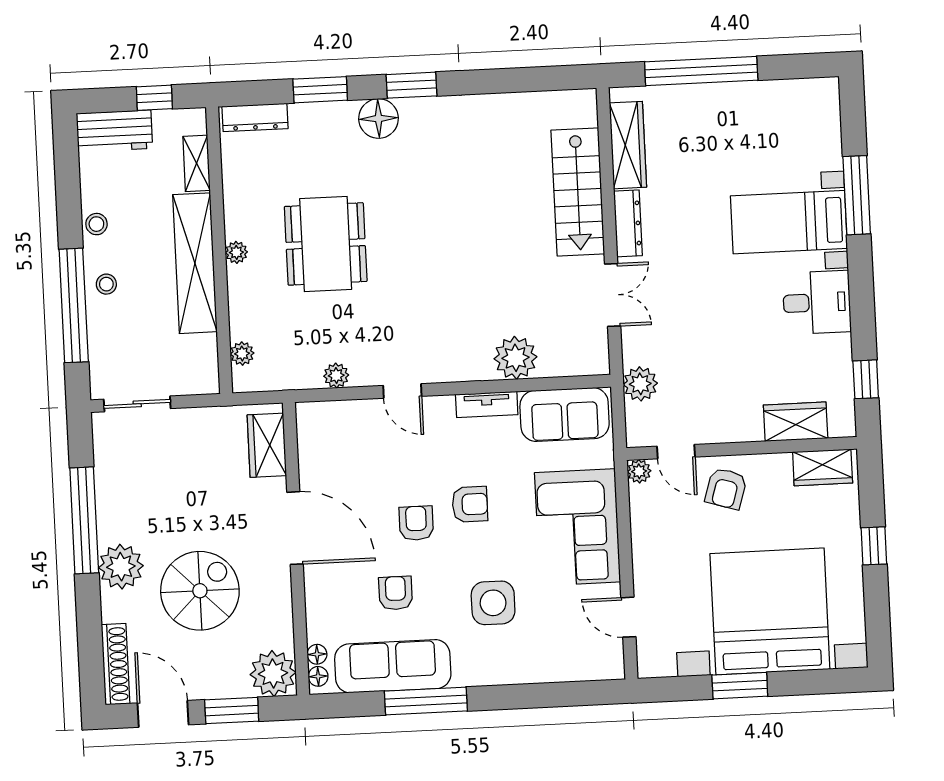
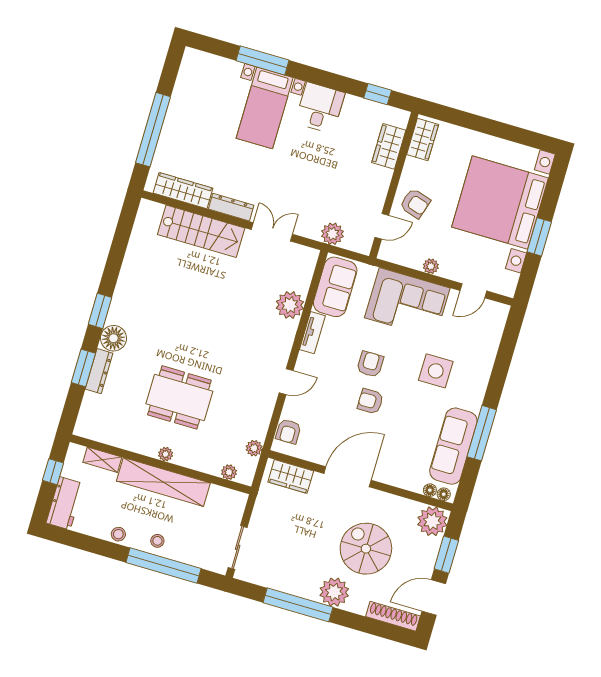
dresser: (255, 117) -> (99, 371), moved
plant: (336, 376) -> (254, 448), moved
plant: (639, 471) -> (431, 266), moved
window: (874, 546) -> (482, 125), removed
armchair: (396, 593) -> (288, 431), moved, turned -90

